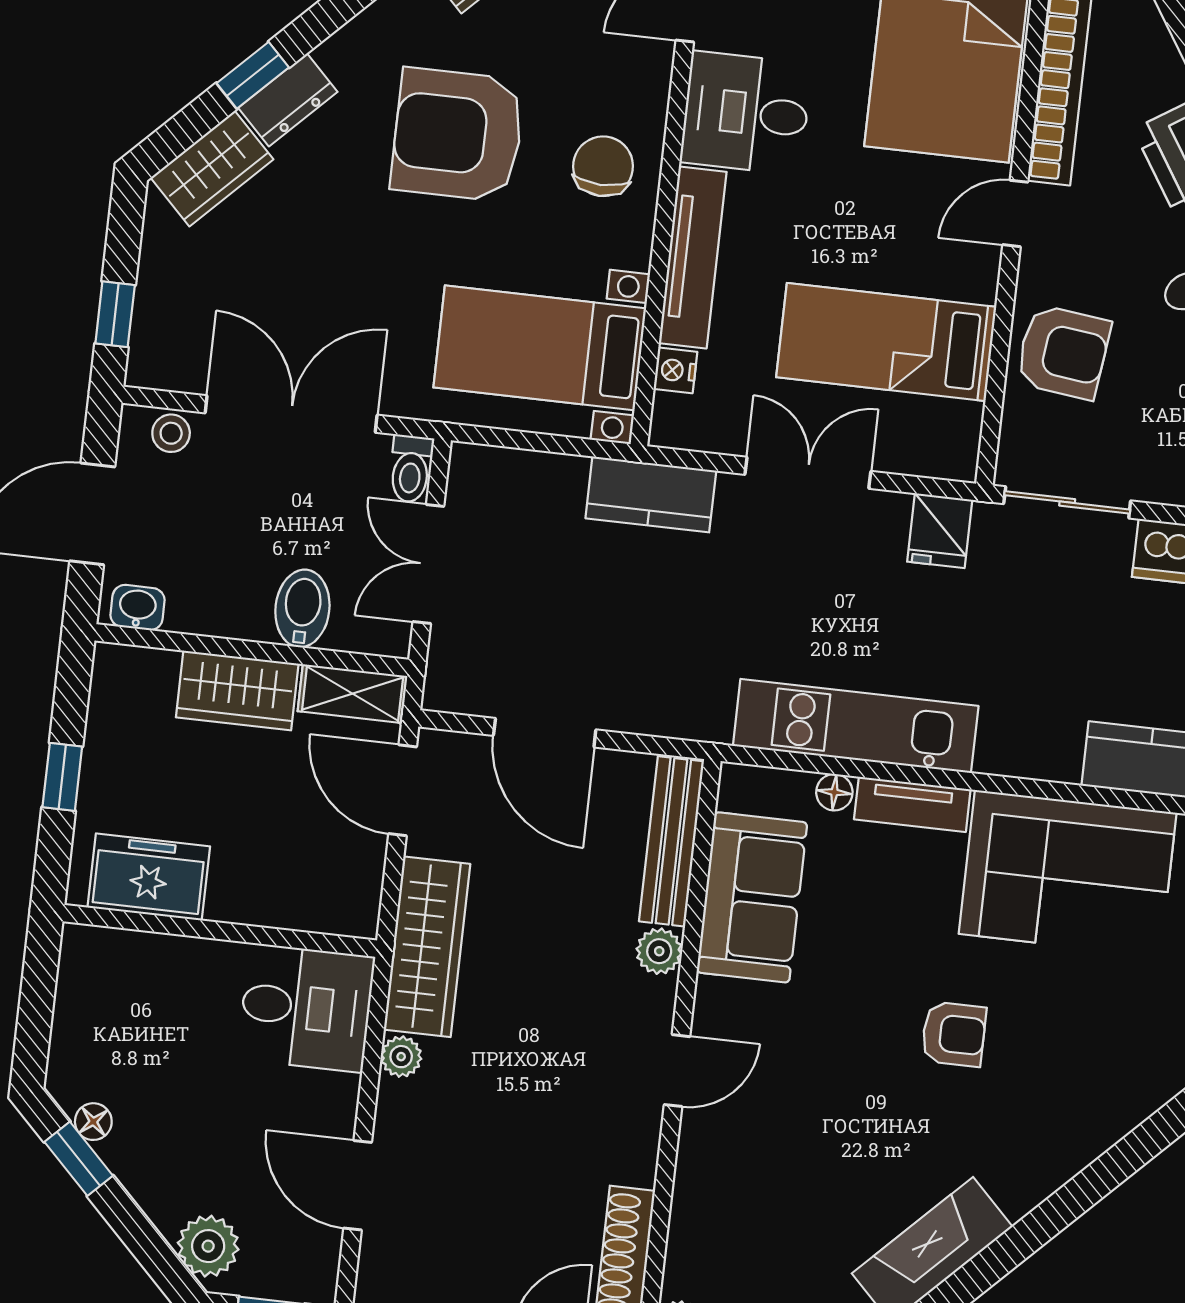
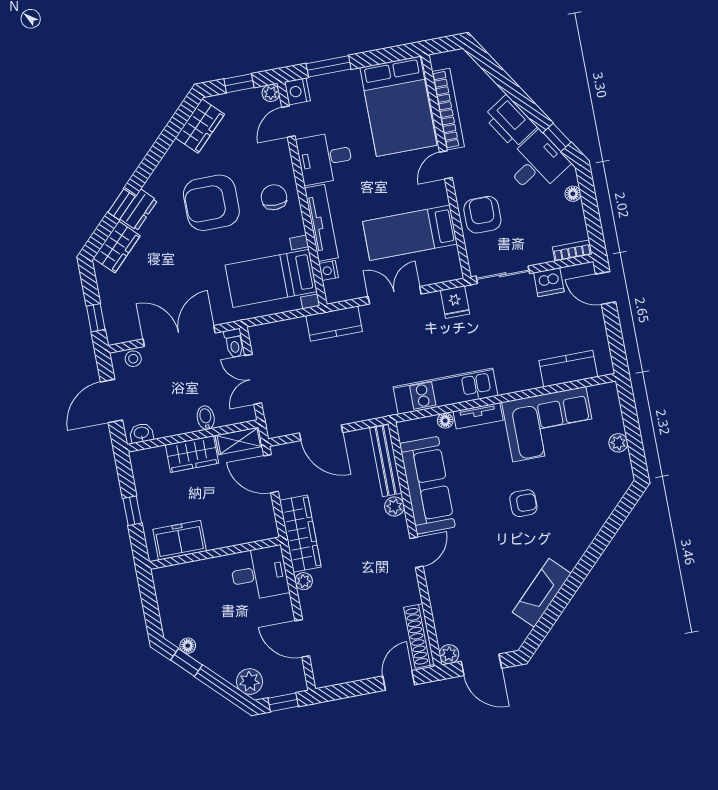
armchair: (1063, 352) -> (482, 215), turned -97
bidet: (302, 608) -> (206, 418), width x0.72, depth x0.74
sofa: (752, 897) -> (427, 485), width x1.36

